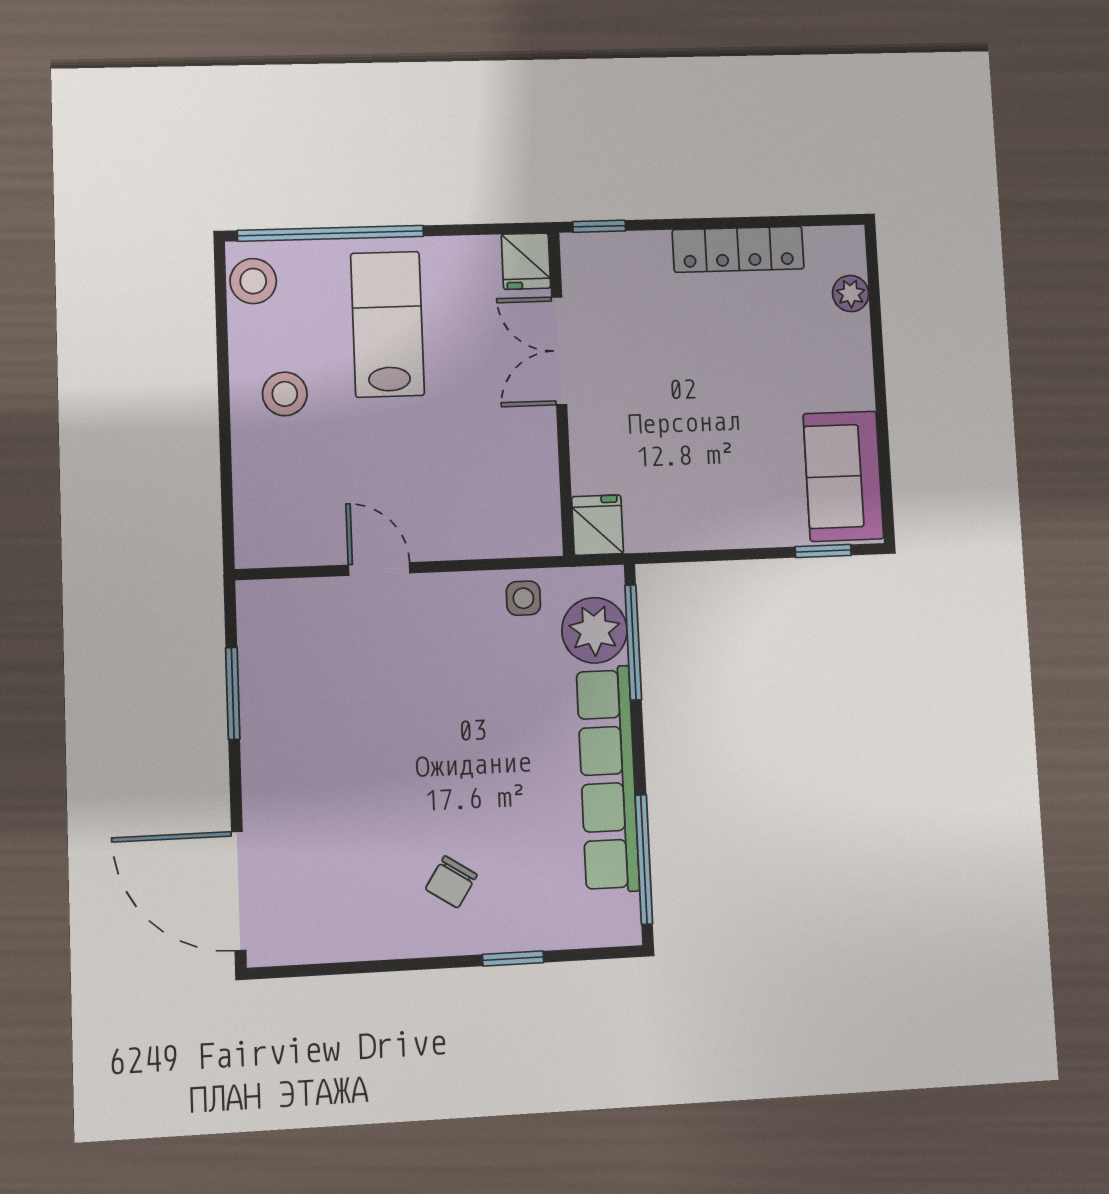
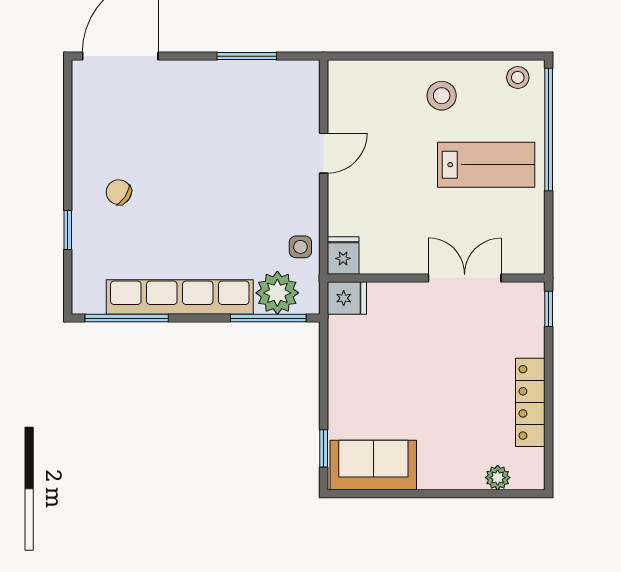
fridge: (526, 261) -> (343, 255), moved, turned 90
stool: (253, 281) -> (518, 77), width x0.73, depth x0.73

